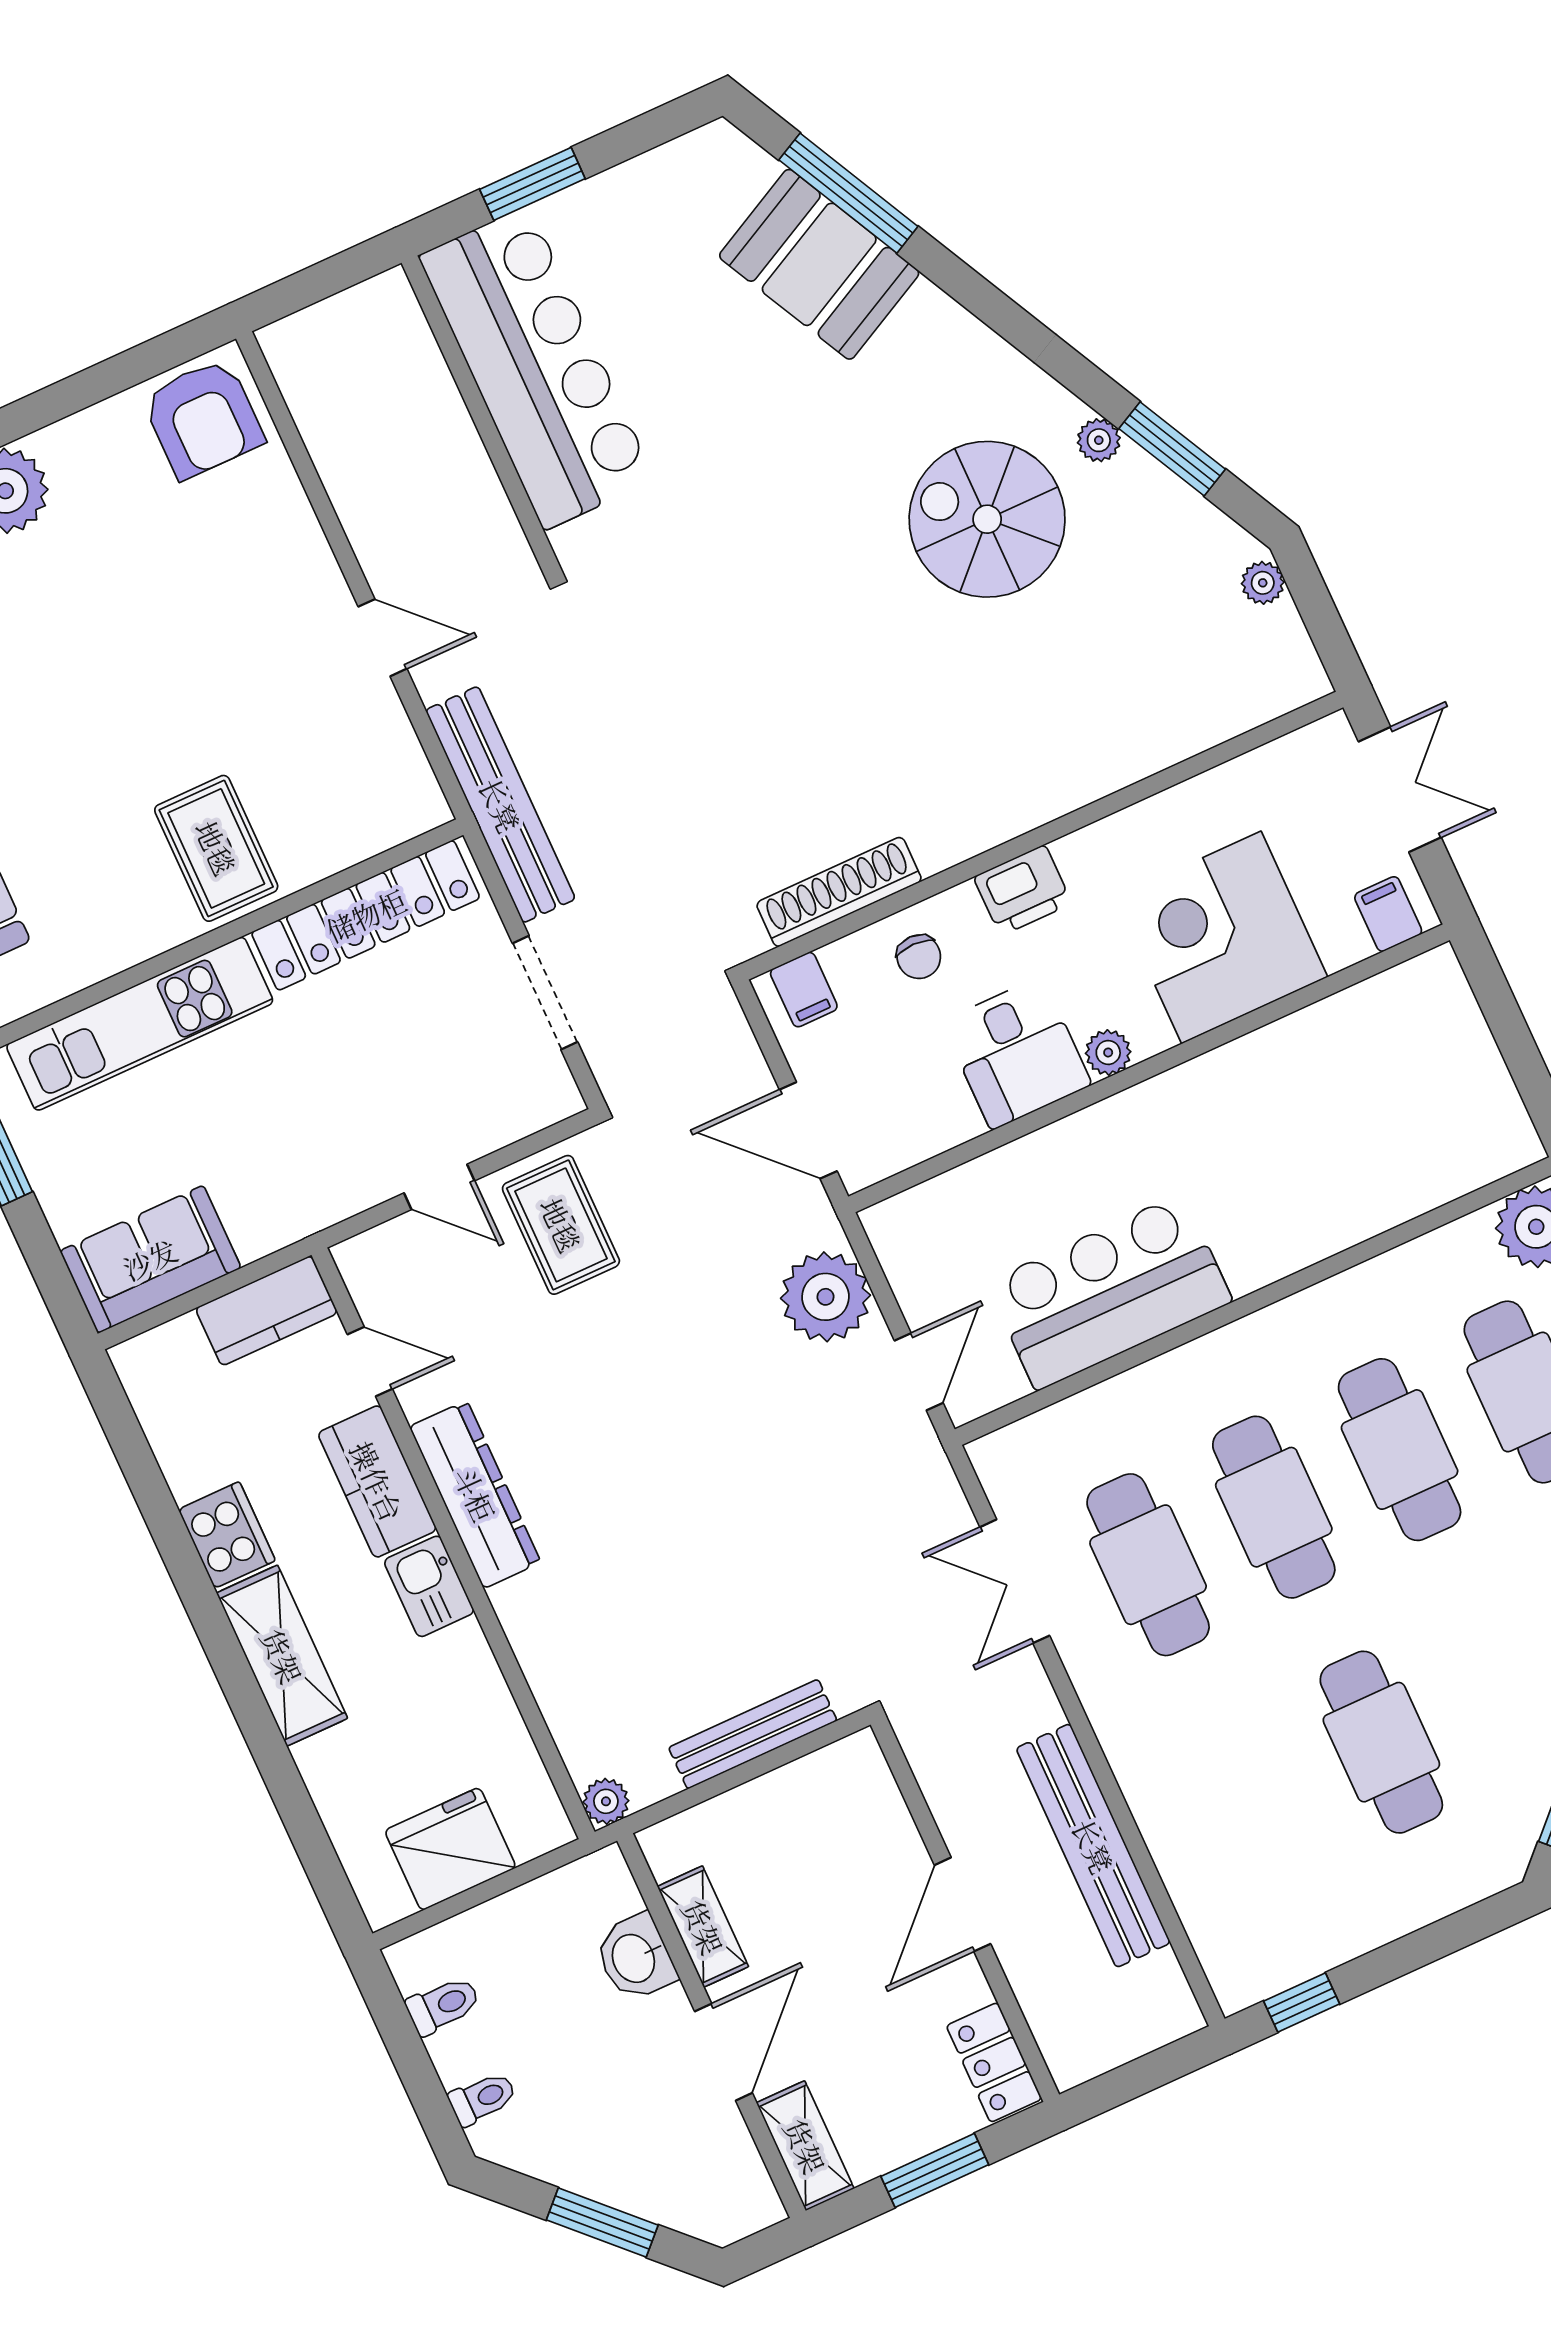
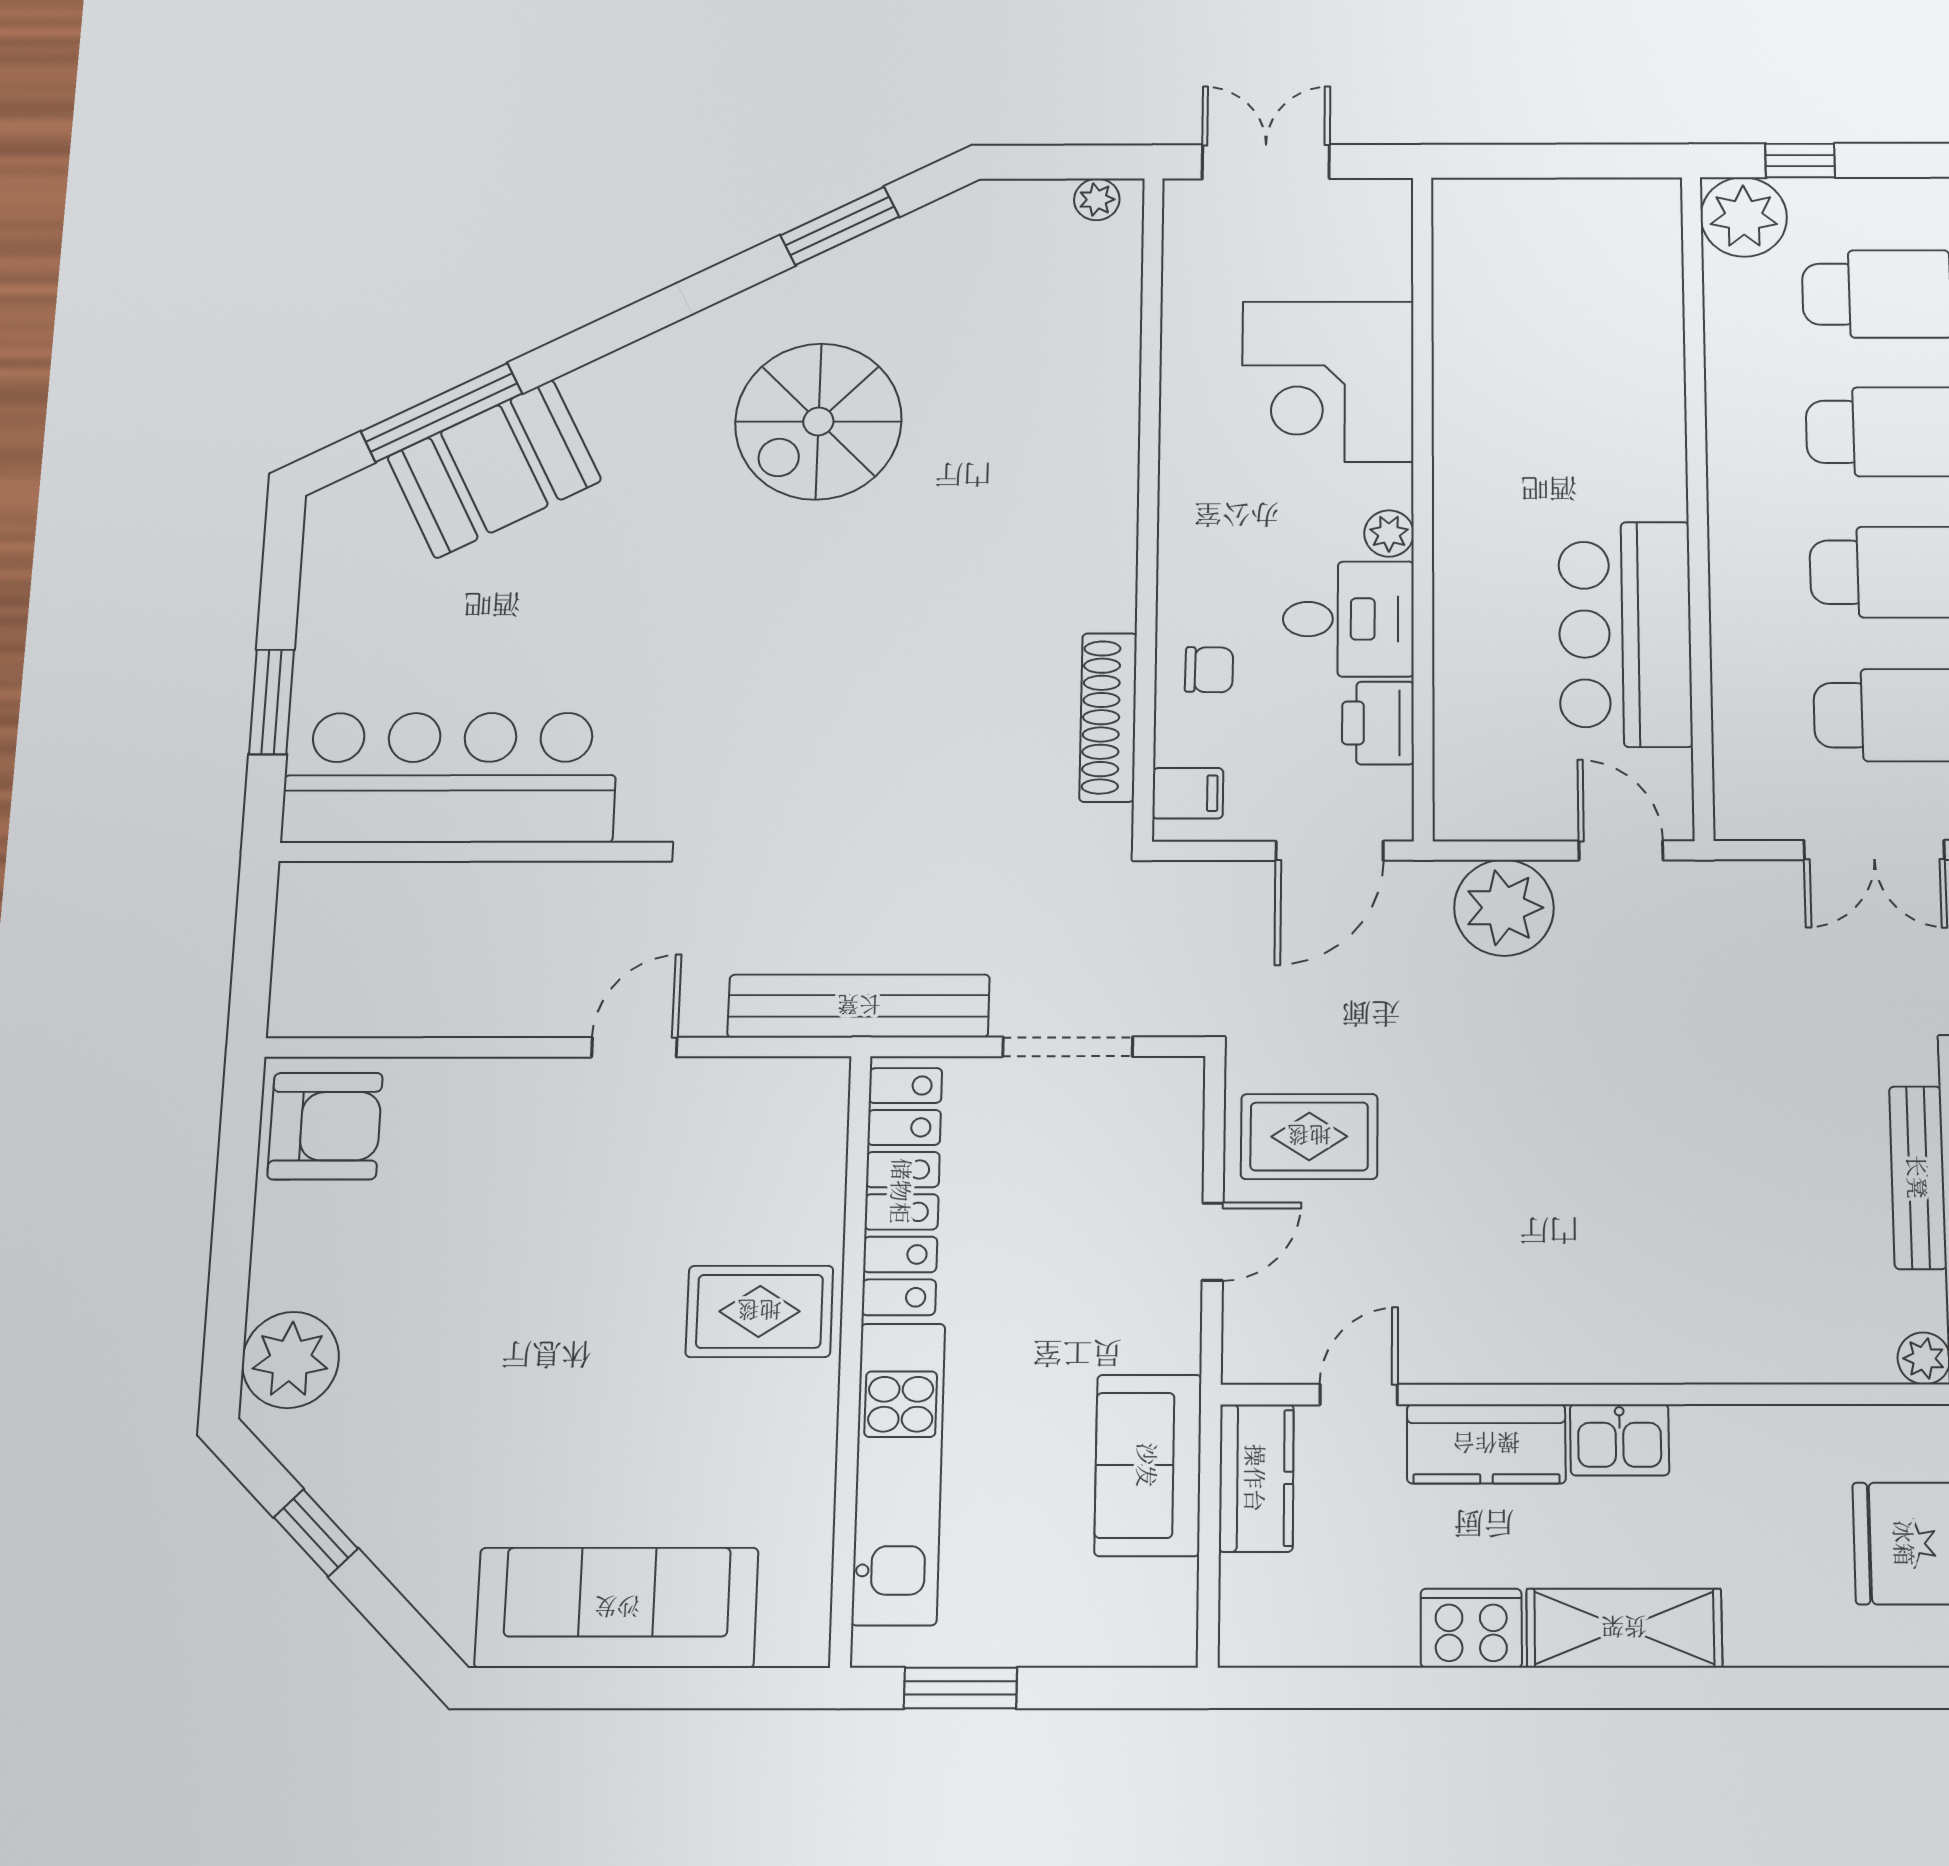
plant: (1099, 440) -> (797, 288), removed
plant: (1263, 583) -> (1097, 200), moved
printer: (1023, 890) -> (1378, 723), moved, turned 180
filing cabinet: (1388, 914) -> (1379, 222), removed
sofa: (150, 1259) -> (1148, 1465), moved
dresser: (475, 1494) -> (1545, 1349), removed

